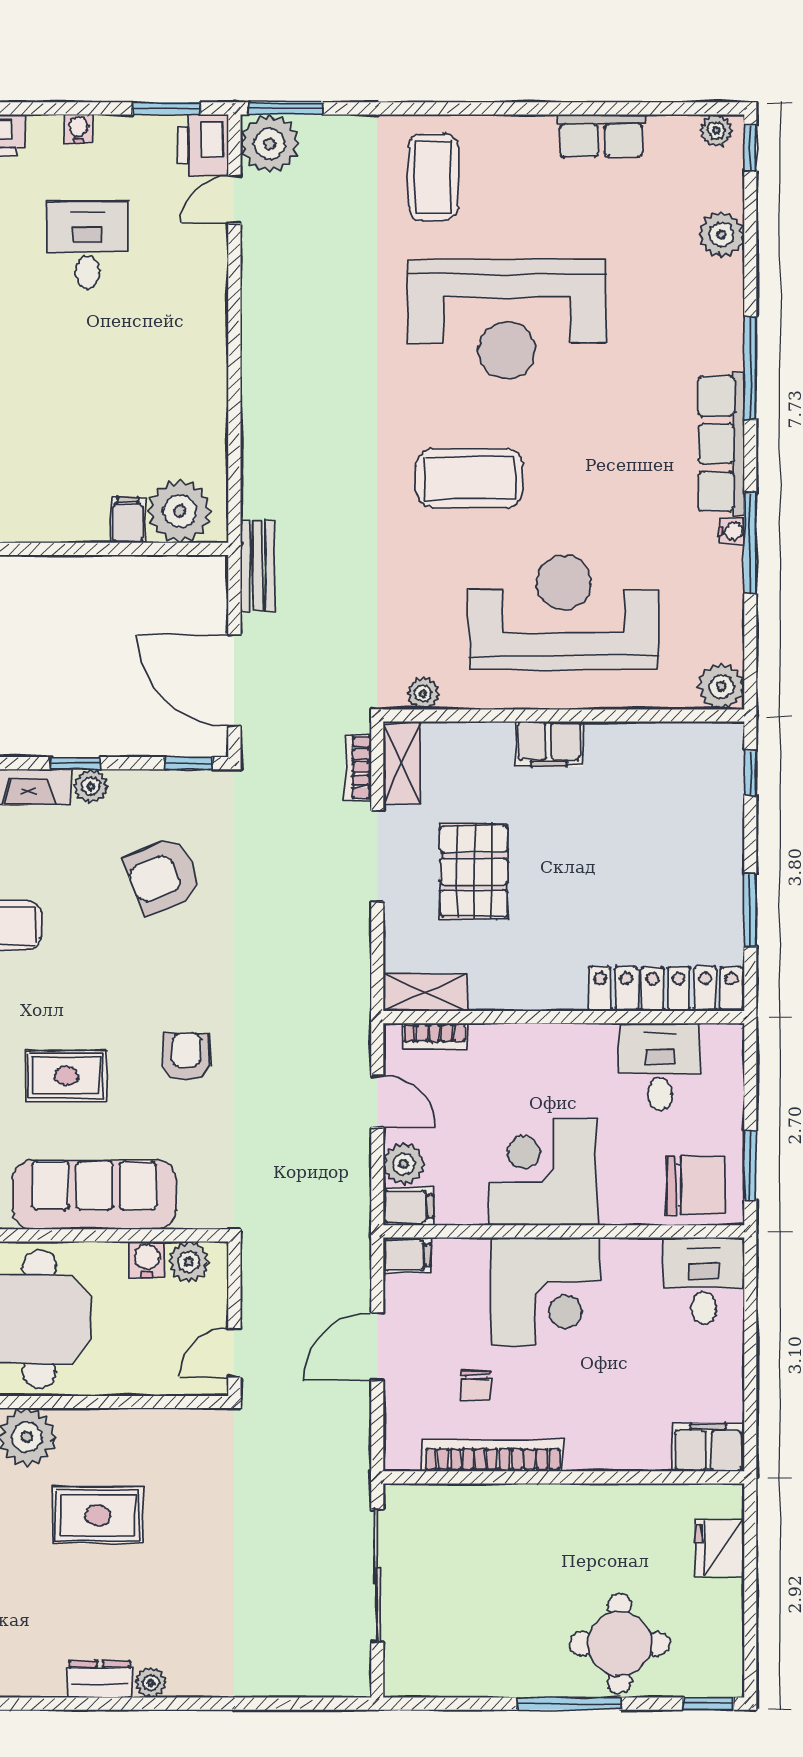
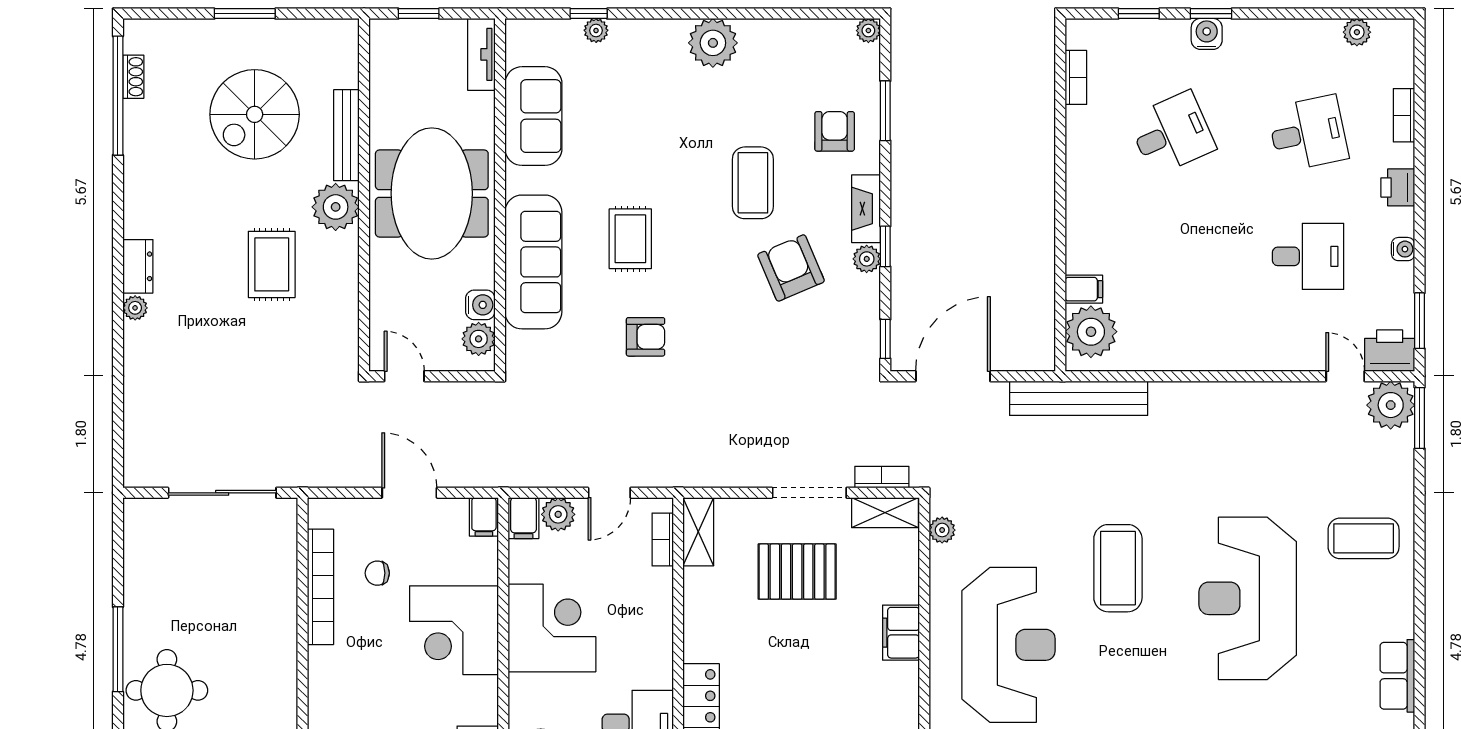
bench: (258, 566) -> (1079, 398), width x1.86, depth x1.21
armchair: (163, 875) -> (791, 268), moved

